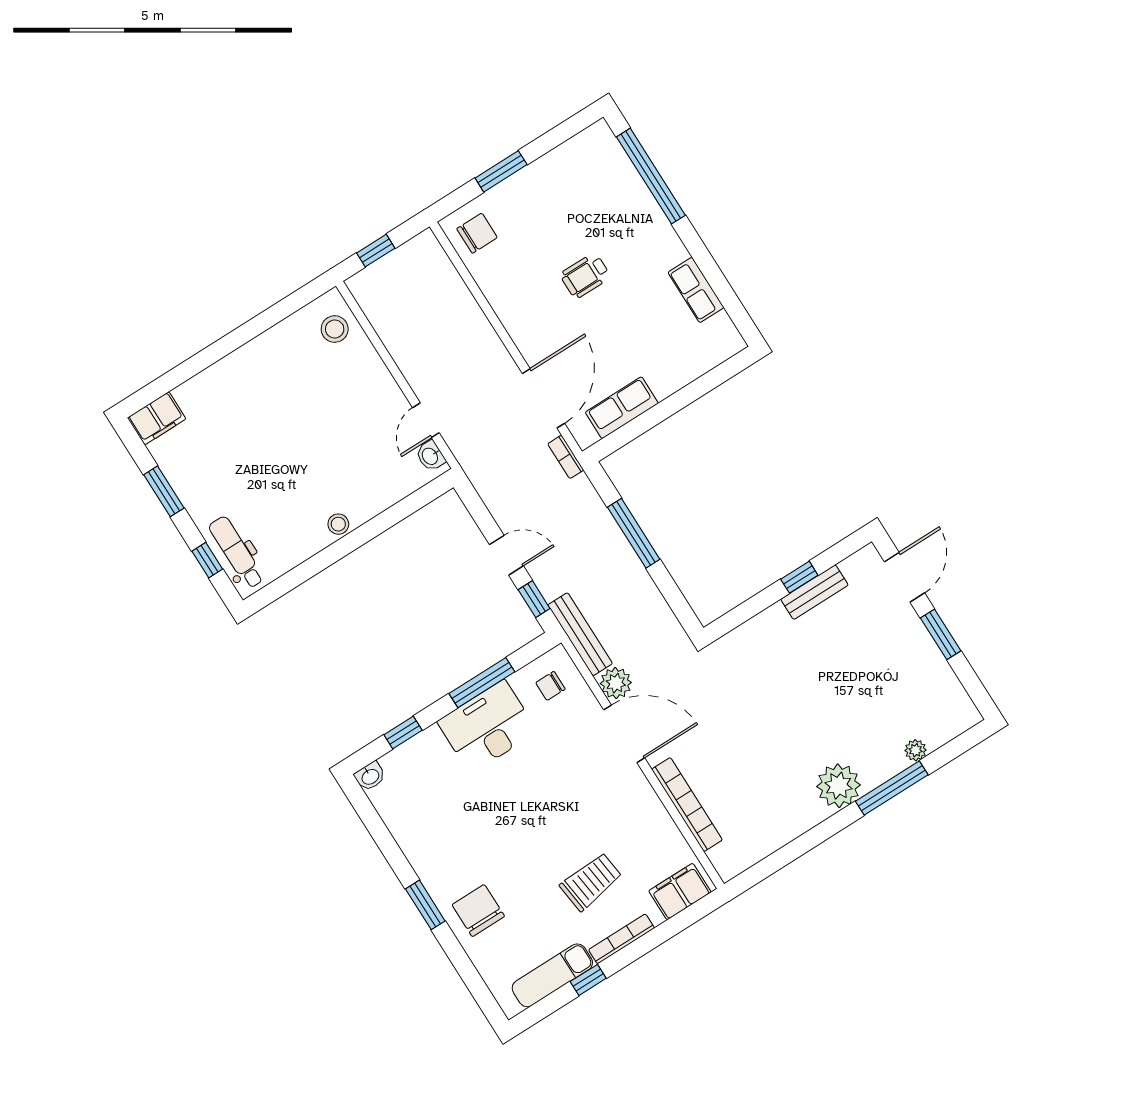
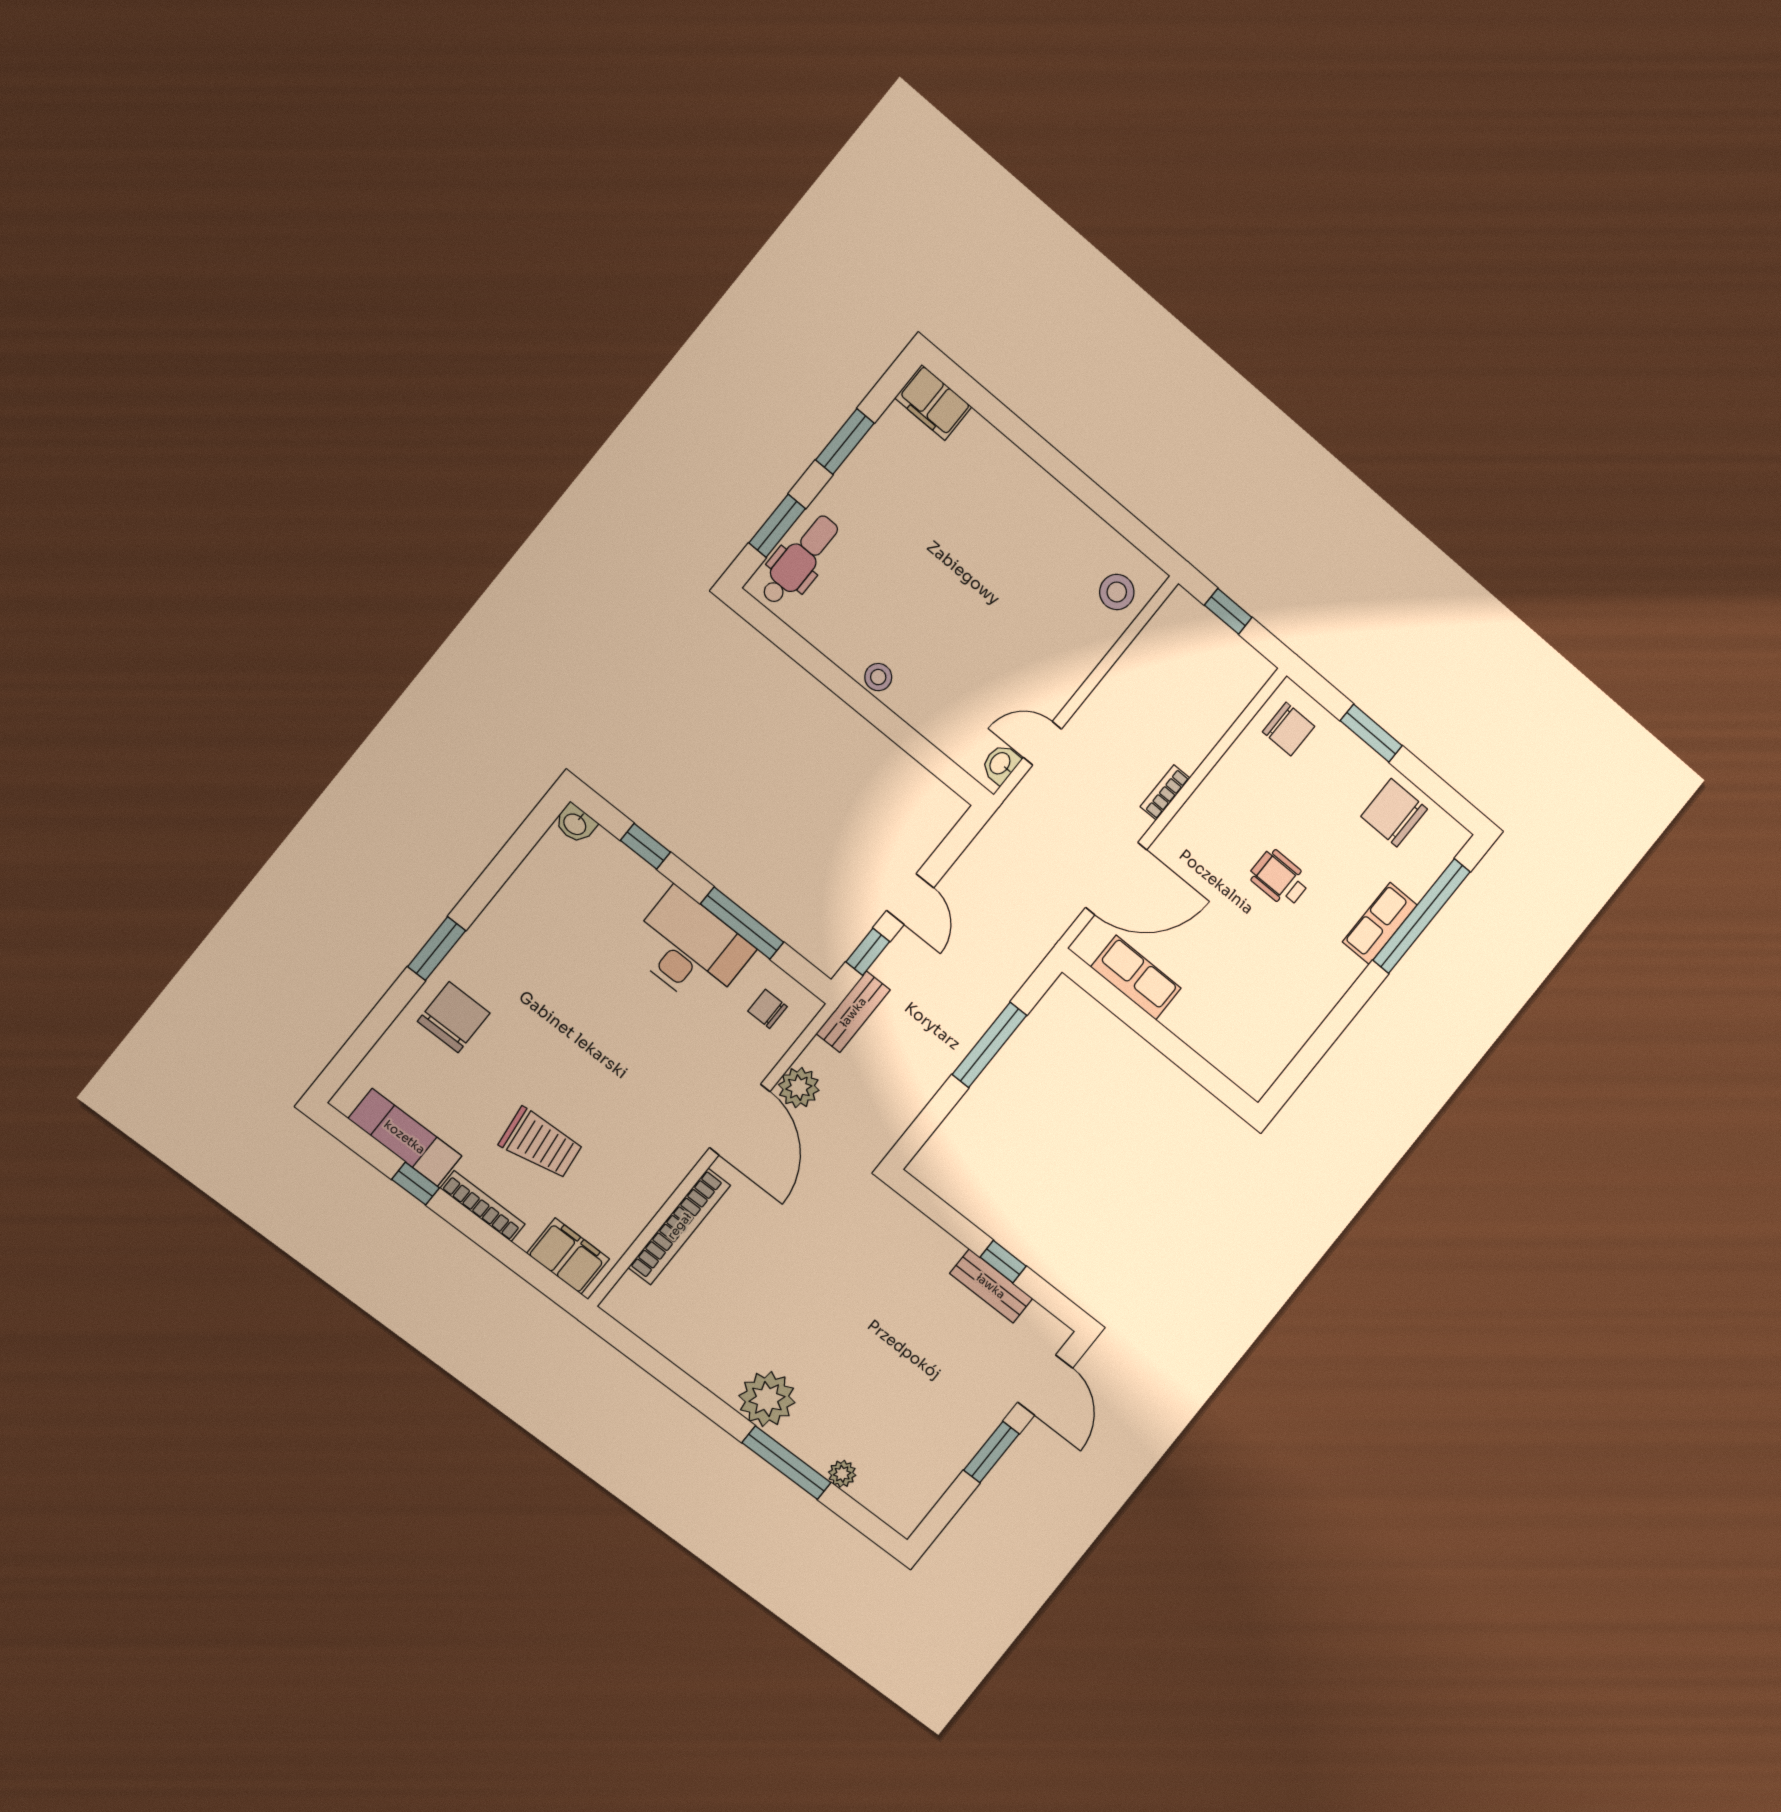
chair: (566, 173) -> (1394, 813), added
row of seats: (696, 290) -> (1380, 923), moved
bookcase: (566, 457) -> (1165, 792), moved
window: (207, 560) -> (777, 526), width x1.50
door: (905, 577) -> (1045, 1385), hinge flipped
bench: (580, 634) -> (853, 1012), width x0.73

